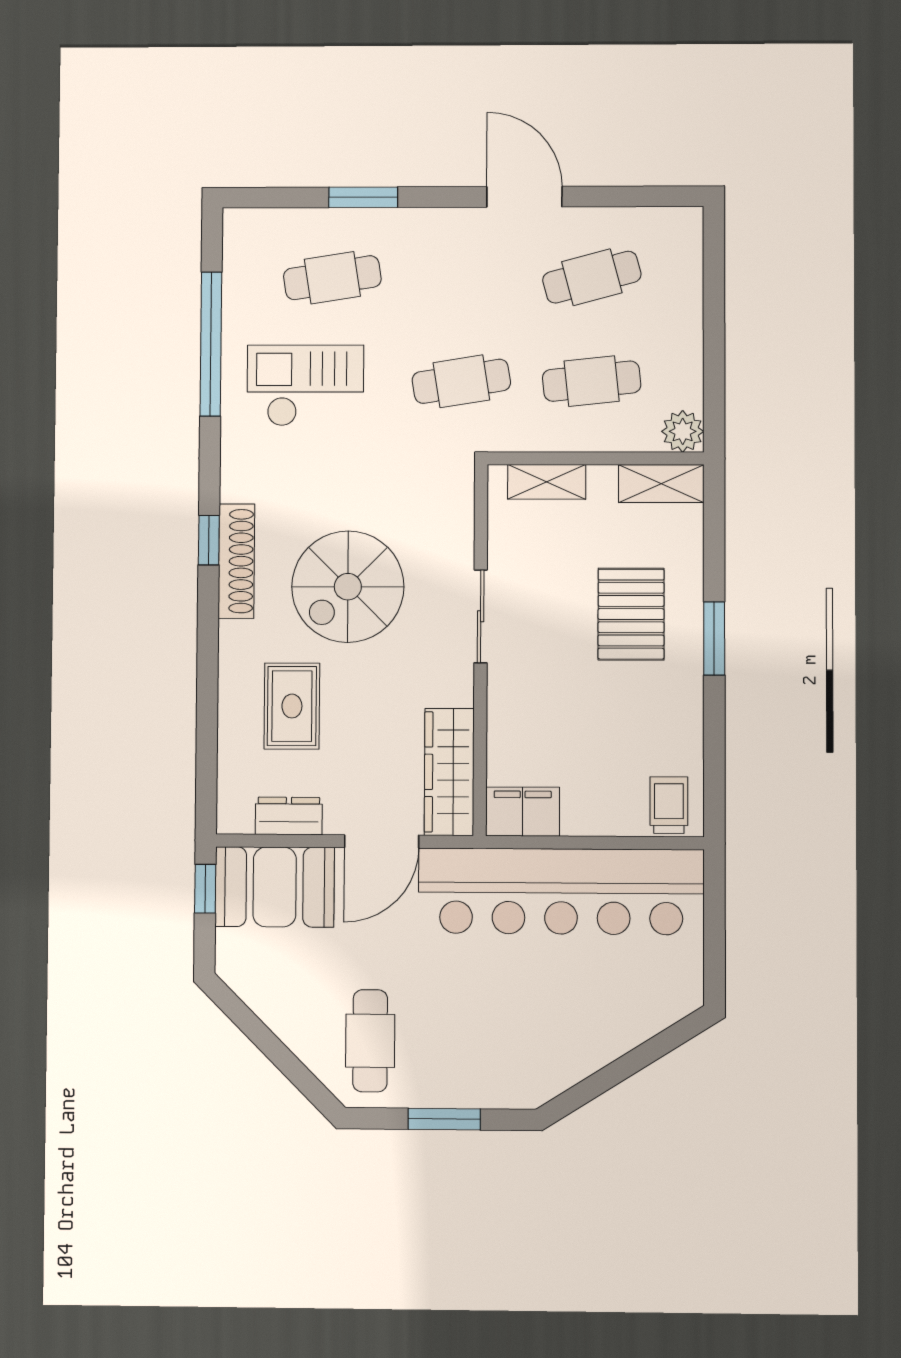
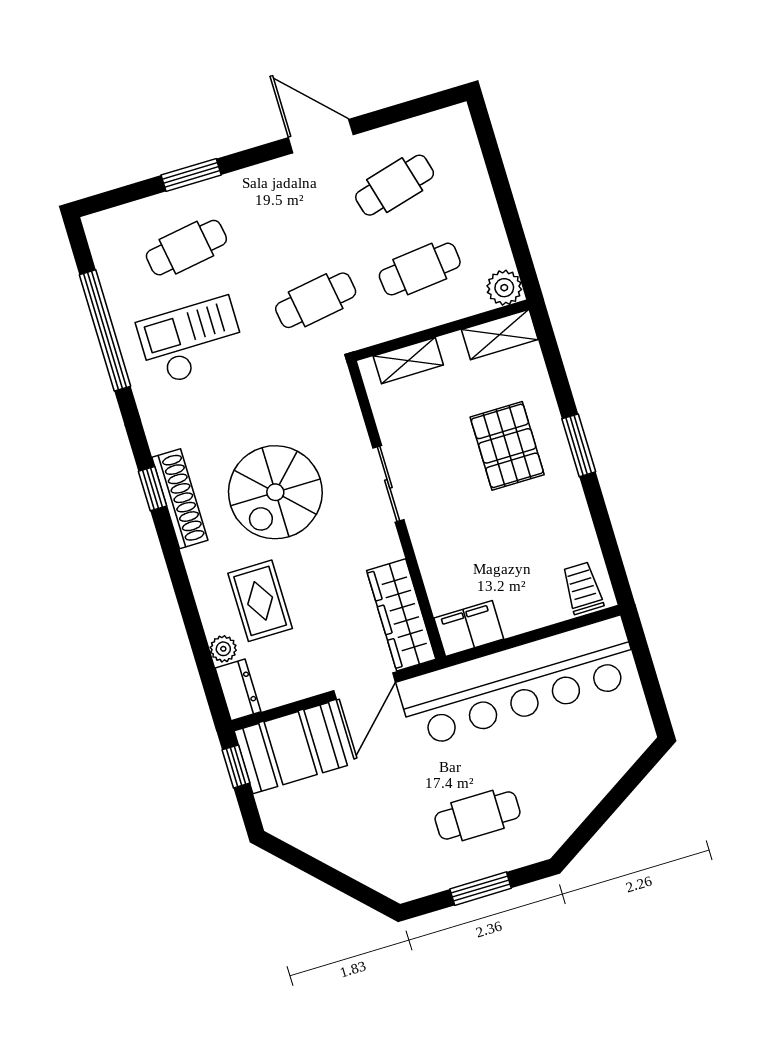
plant: (233, 748) -> (223, 649), added
dresser: (289, 816) -> (238, 690), moved, turned 90
cafe table: (370, 1041) -> (478, 815), moved, turned 90

